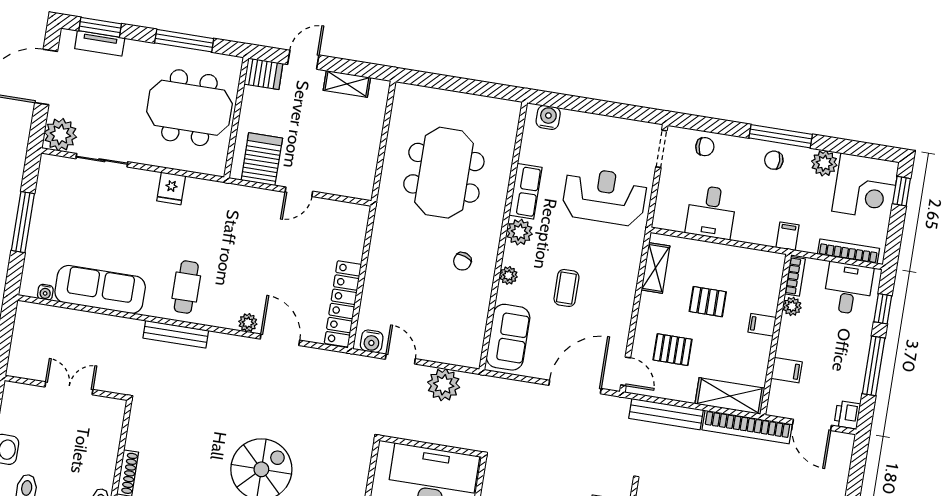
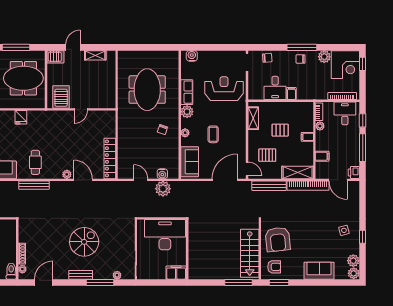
filing cabinet: (787, 236) -> (291, 94), moved
water cooler: (372, 341) -> (162, 174), moved

